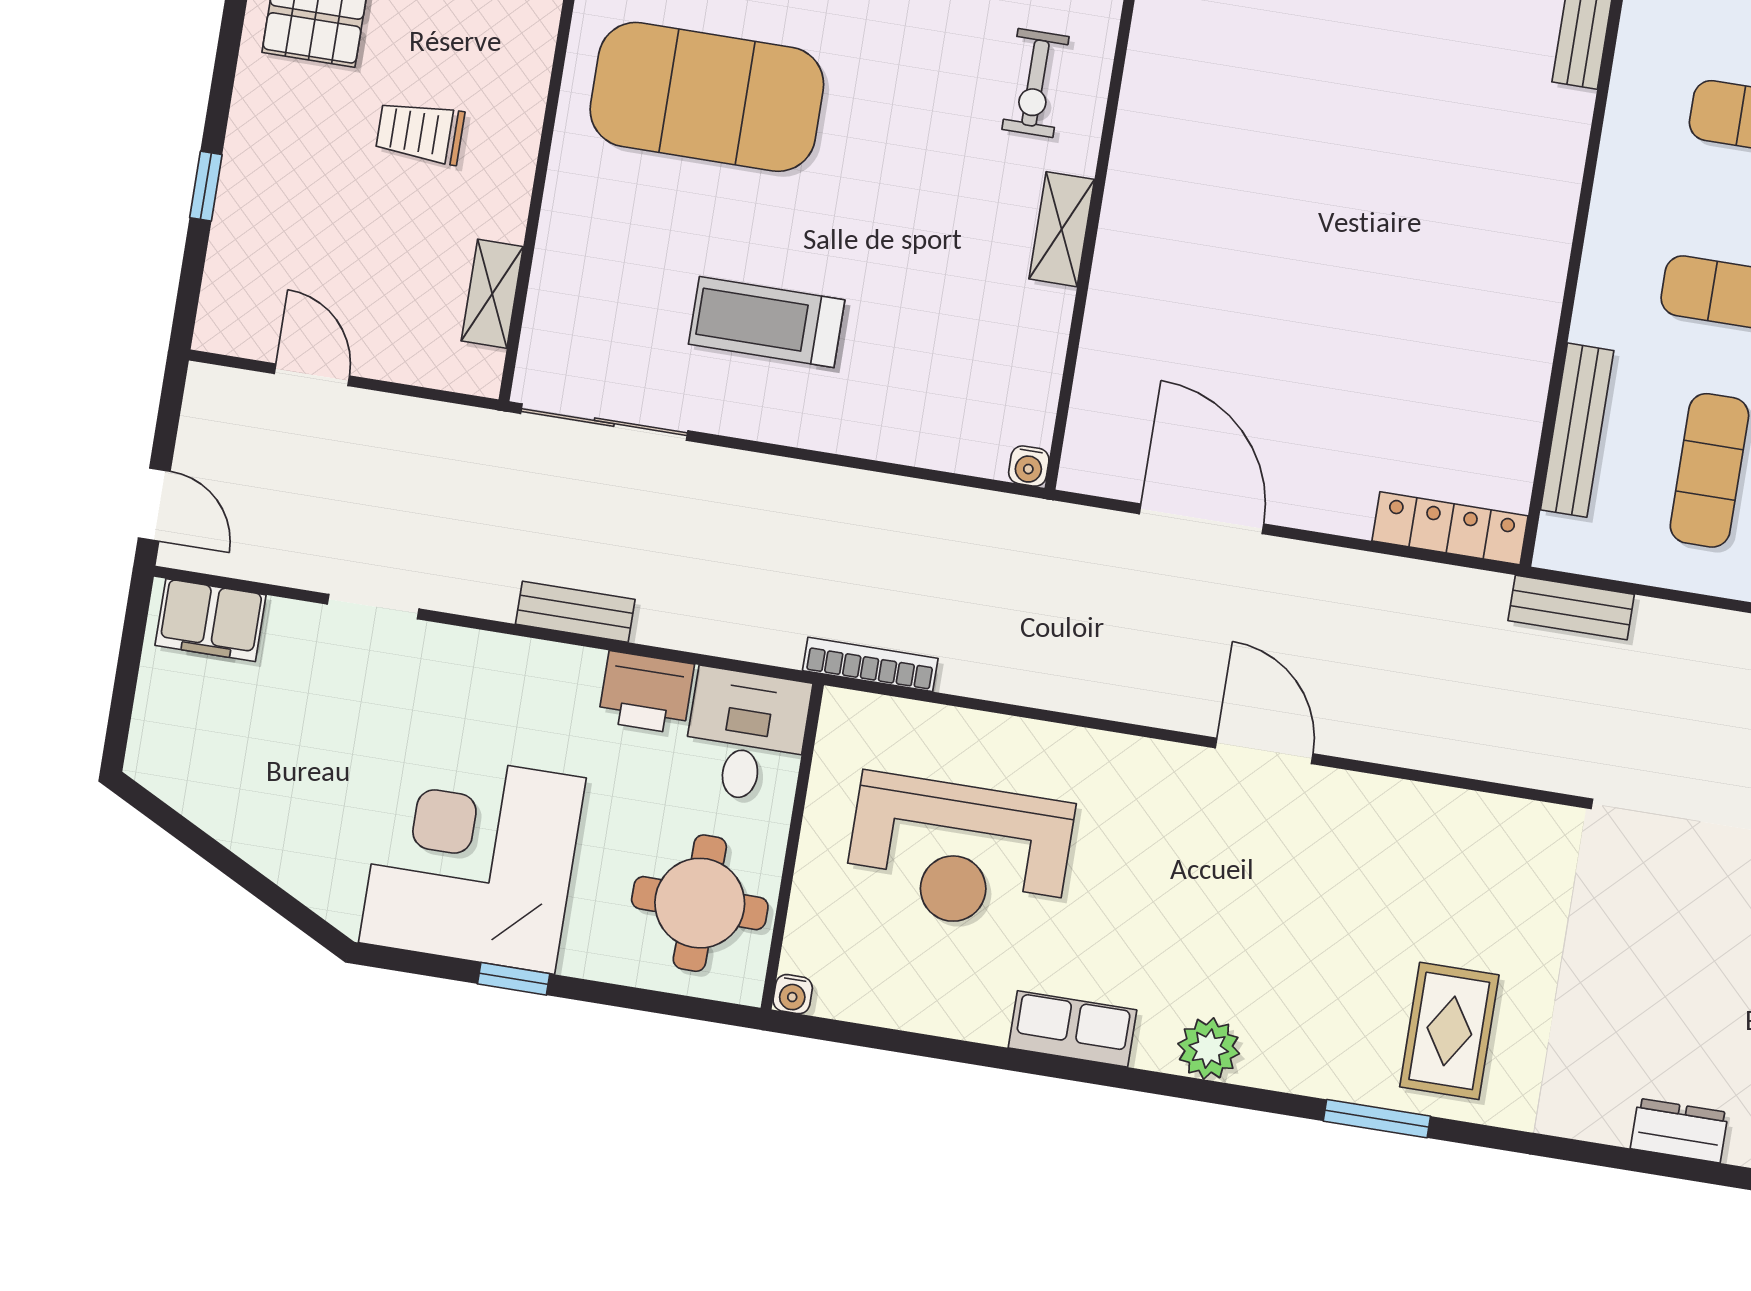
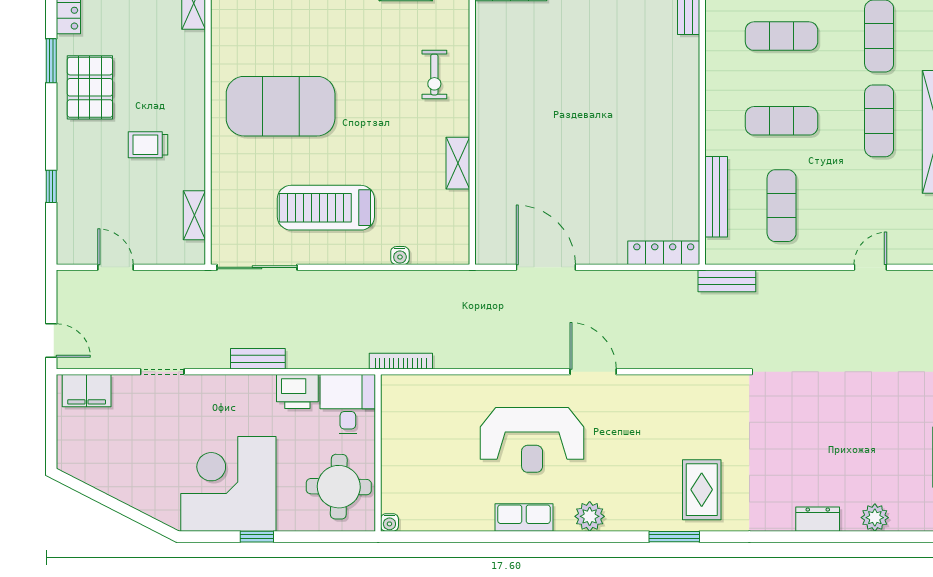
shelving: (1062, 229) -> (458, 163), moved
treadmill: (767, 322) -> (326, 208), width x1.37, depth x1.37
water cooler: (1029, 466) -> (400, 256), moved
reception desk: (959, 854) -> (532, 440), moved

